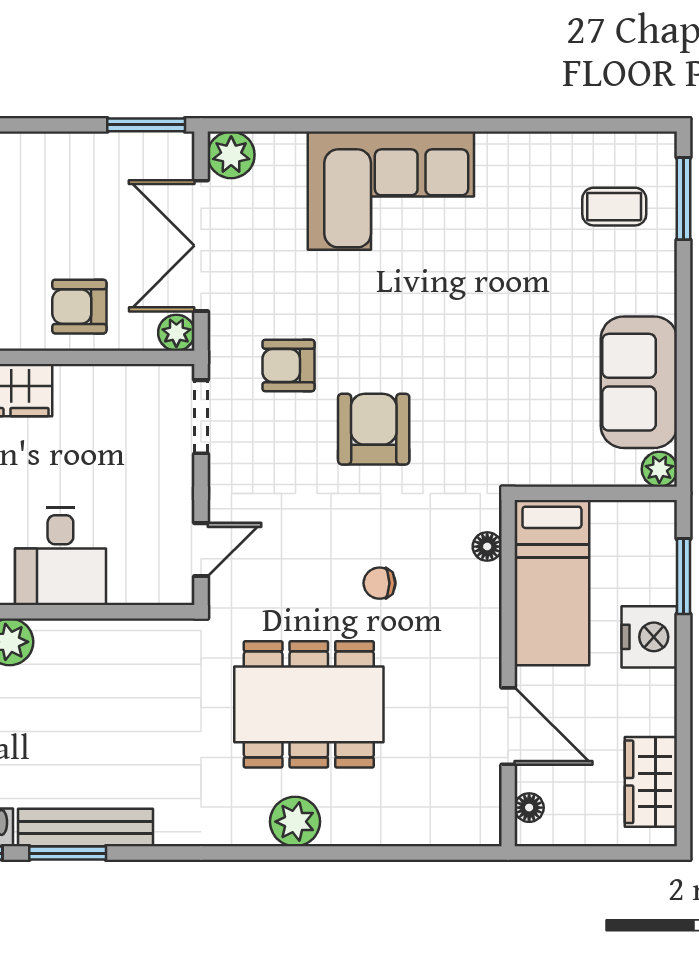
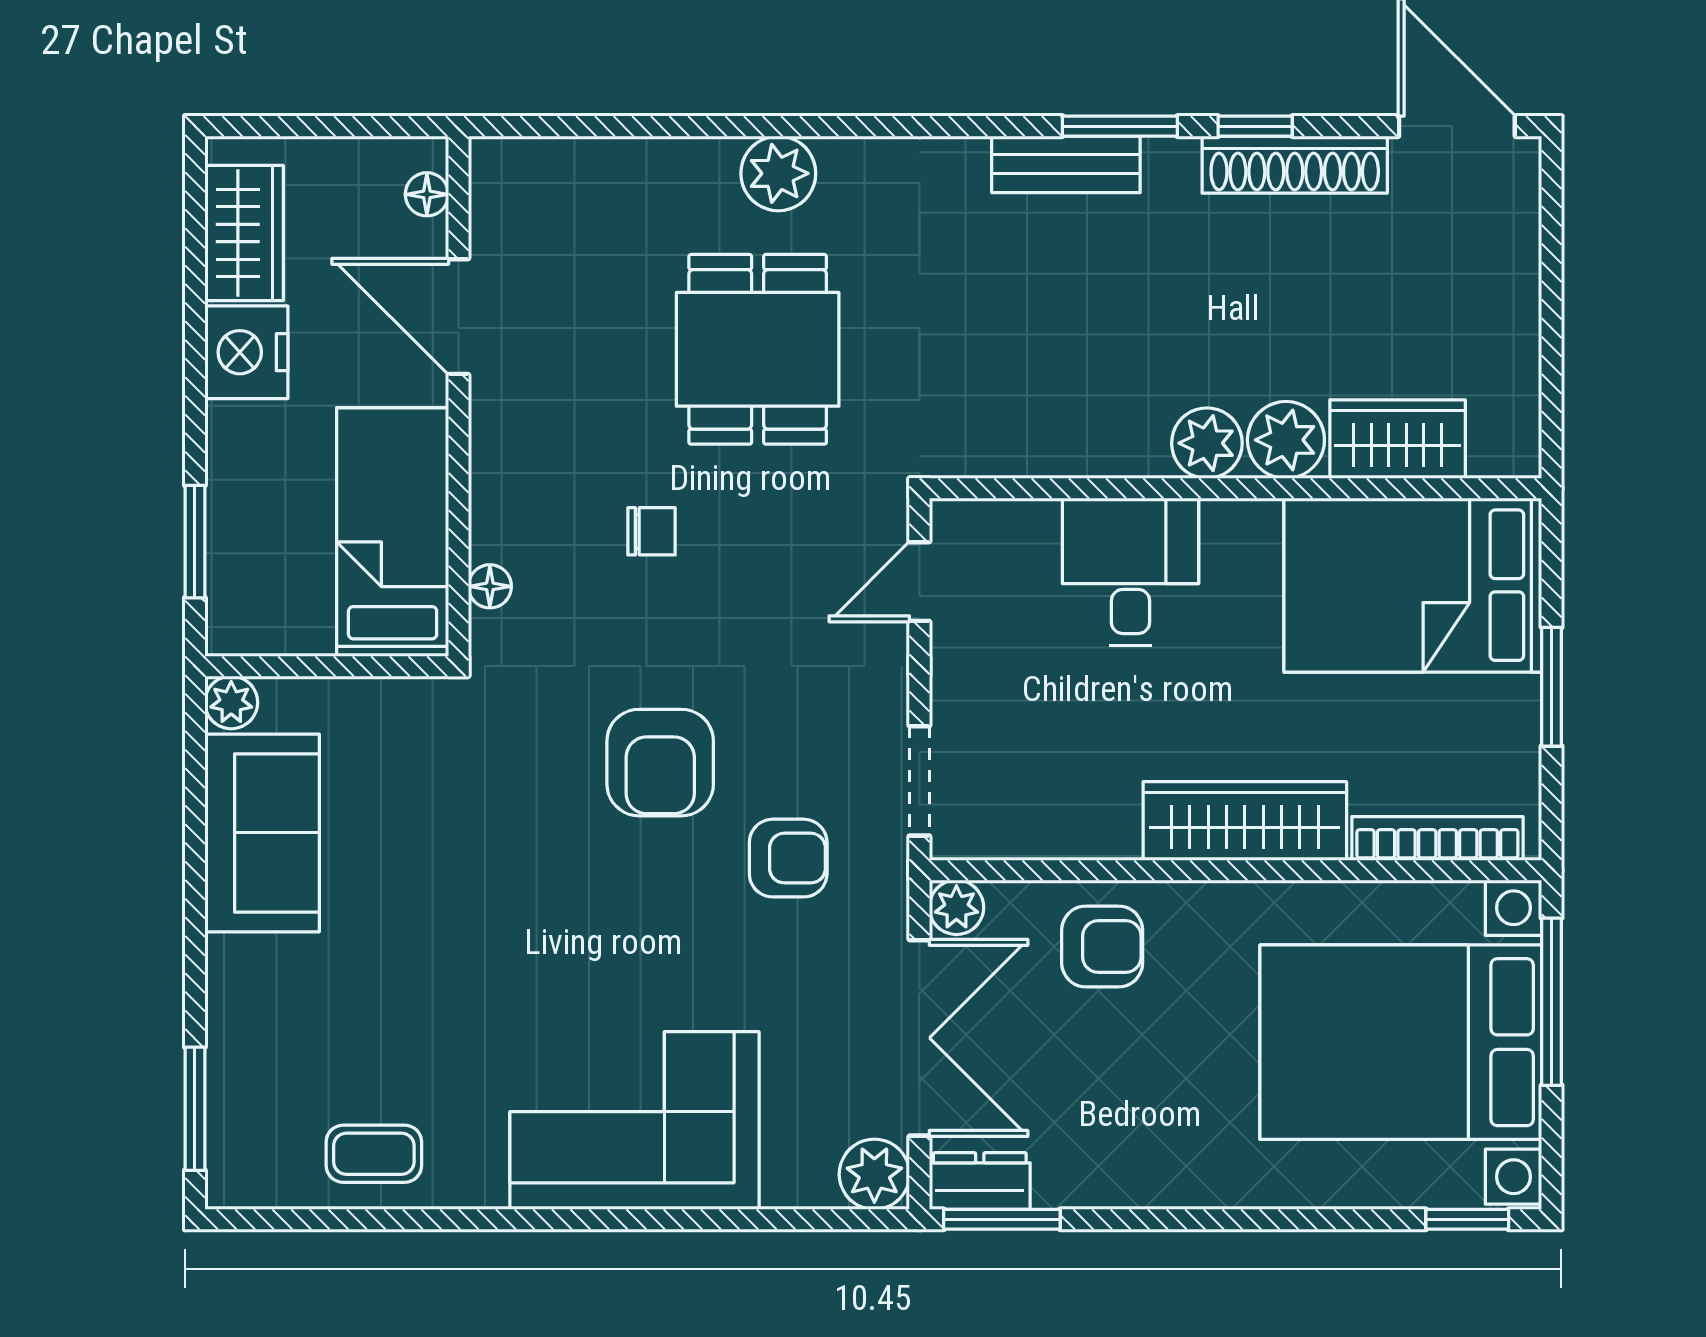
dresser: (161, 150) -> (980, 1181), added
coffee table: (614, 207) -> (374, 1154), moved
nightstand: (649, 637) -> (246, 352), moved
dining table: (309, 704) -> (758, 349), width x0.73
bench: (85, 828) -> (1066, 164), width x0.73

